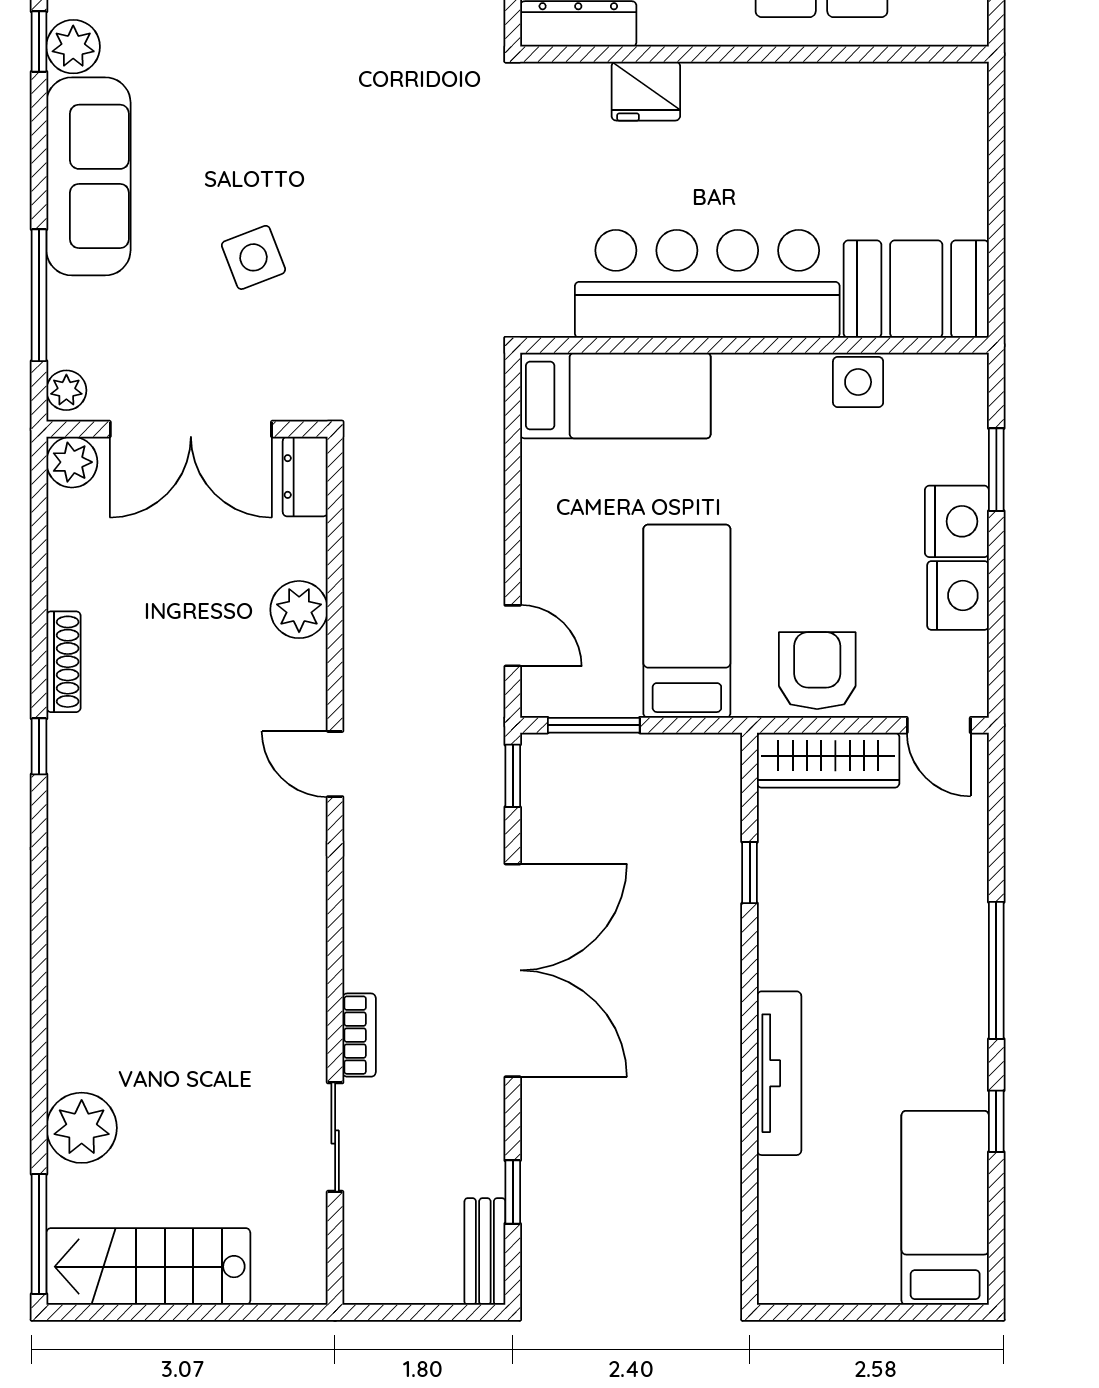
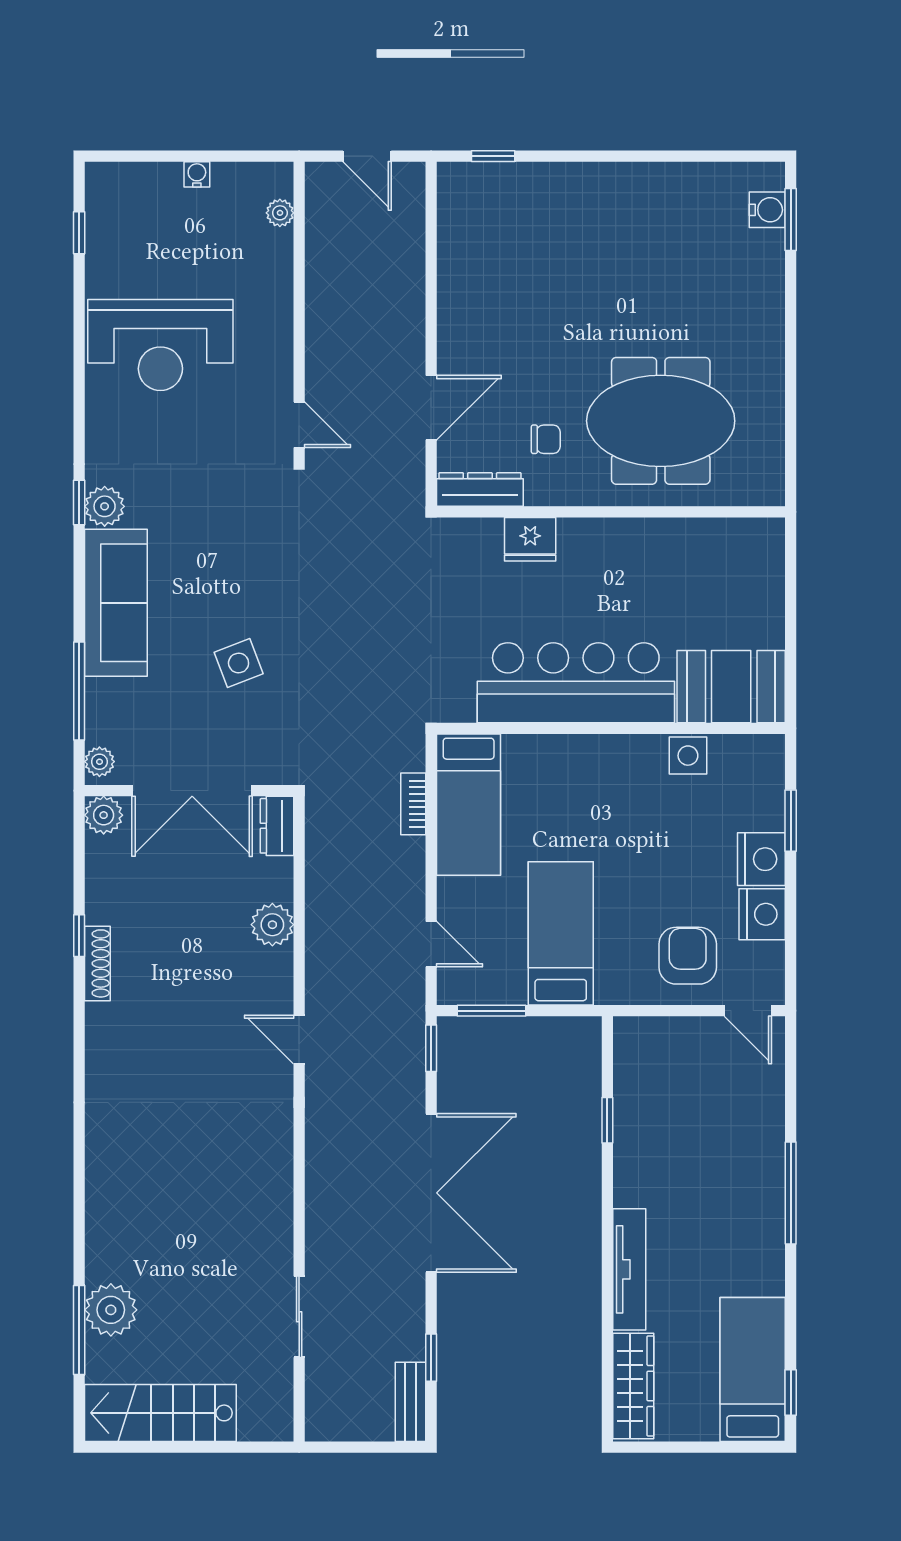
bed: (615, 396) -> (469, 805), moved, turned 90
armchair: (817, 671) -> (688, 956), moved
window: (39, 746) -> (79, 936), moved
wardrobe: (828, 760) -> (633, 1386), moved, turned -90
bookcase: (359, 1035) -> (413, 804), moved, turned 180
window: (996, 1121) -> (791, 1392), moved
window: (39, 1234) -> (79, 1330), moved

